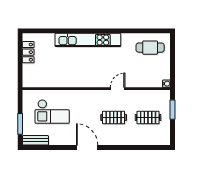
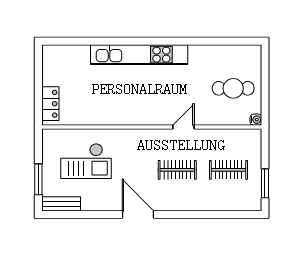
cafe table: (150, 48) -> (233, 88), moved
locker: (28, 52) -> (50, 104), moved
window: (173, 110) -> (265, 183), moved

